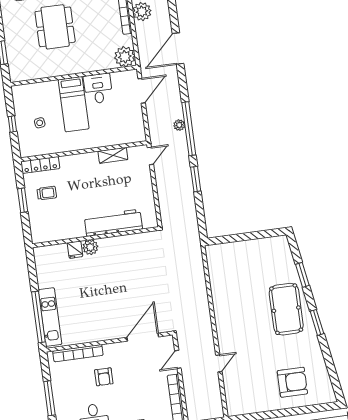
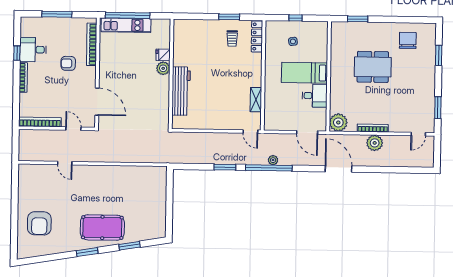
workbench: (113, 223) -> (181, 91), moved
wall: (95, 237) -> (171, 74), moved
plant: (90, 247) -> (163, 68), moved
fridge: (75, 250) -> (163, 55), moved

